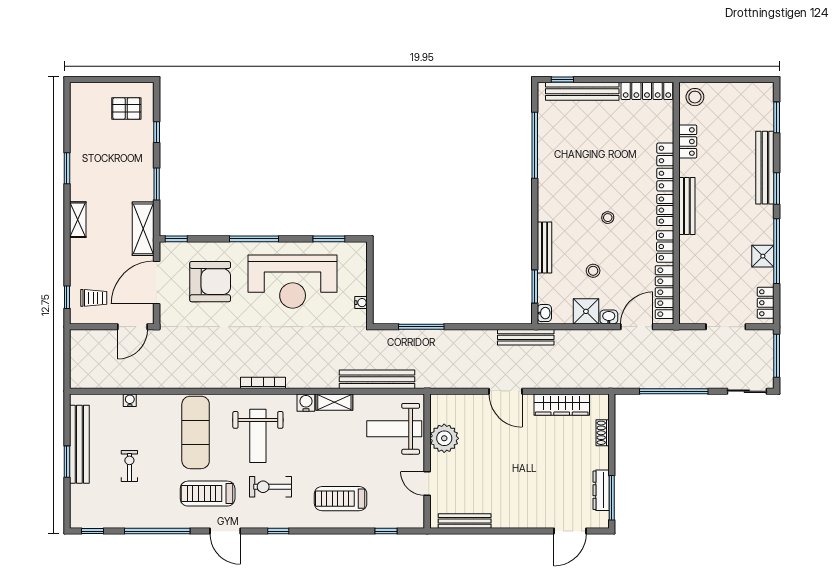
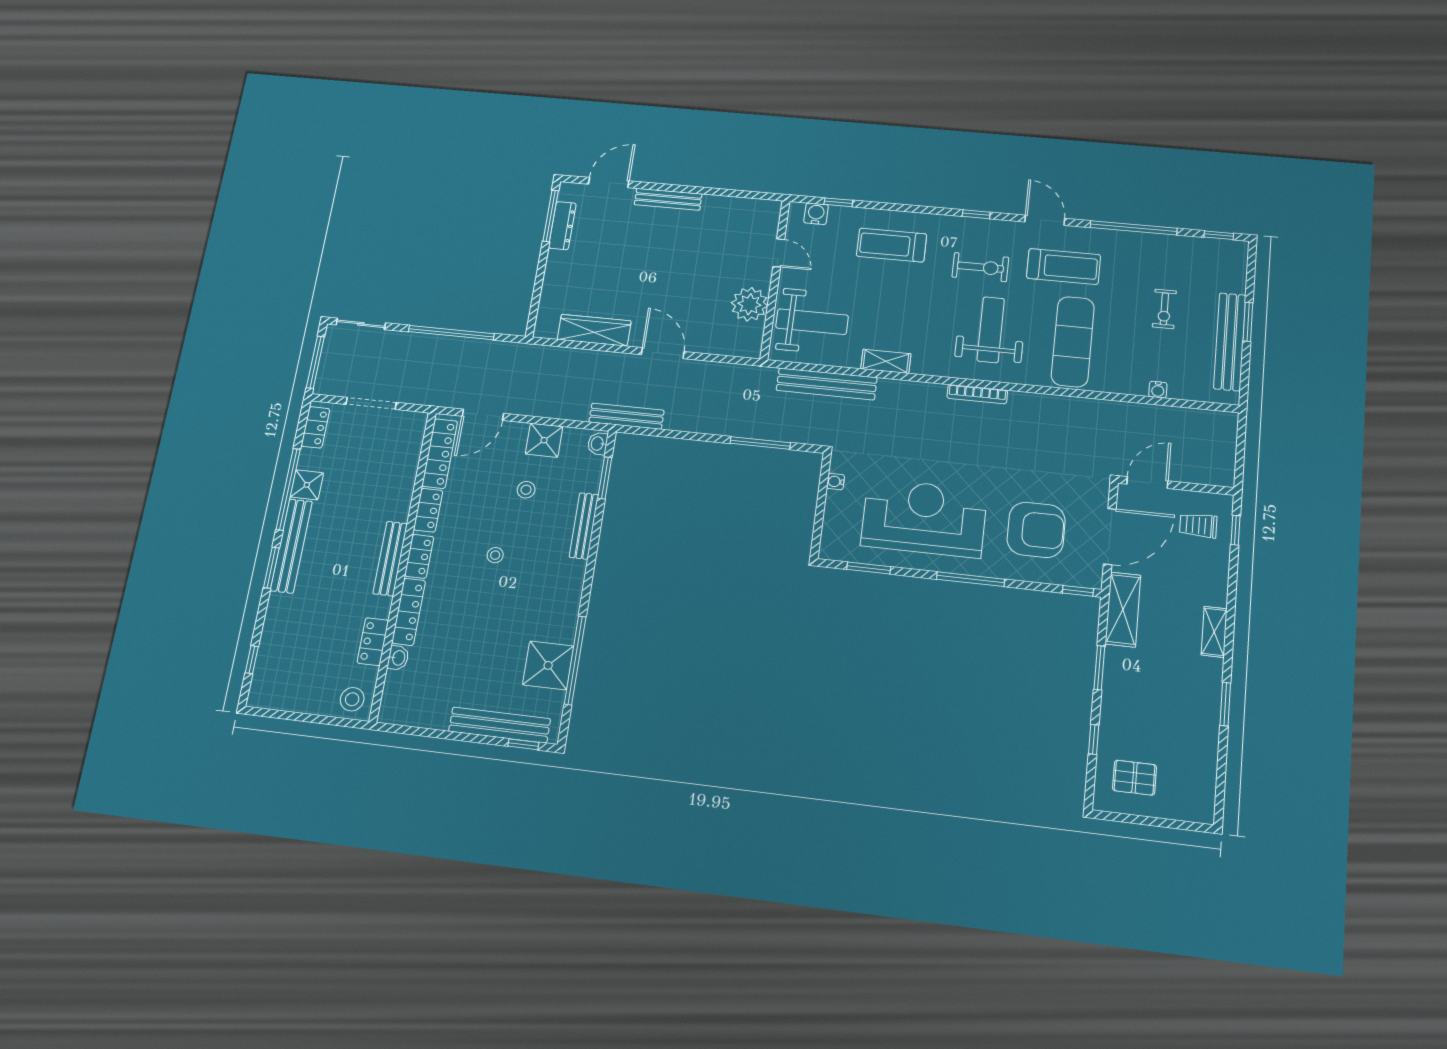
locker: (647, 91) -> (414, 715), removed
window: (777, 117) -> (252, 660), width x0.67
shower: (554, 139) -> (548, 665), added
bench: (765, 168) -> (291, 546), moved
armchair: (210, 282) -> (1036, 530), turned 180
washbasin: (609, 317) -> (398, 658), moved, turned -90
water cooler: (306, 403) -> (816, 214), moved, turned 180
shoe rack: (603, 433) -> (549, 292), removed
treadmill: (341, 499) -> (892, 245), turned 180
bench: (465, 521) -> (668, 199), moved

